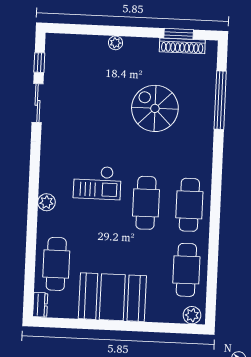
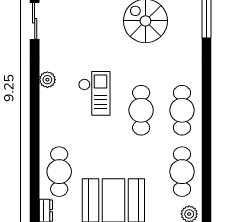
checkout: (97, 183) -> (94, 93), turned -90
plant: (47, 202) -> (47, 80), moved

